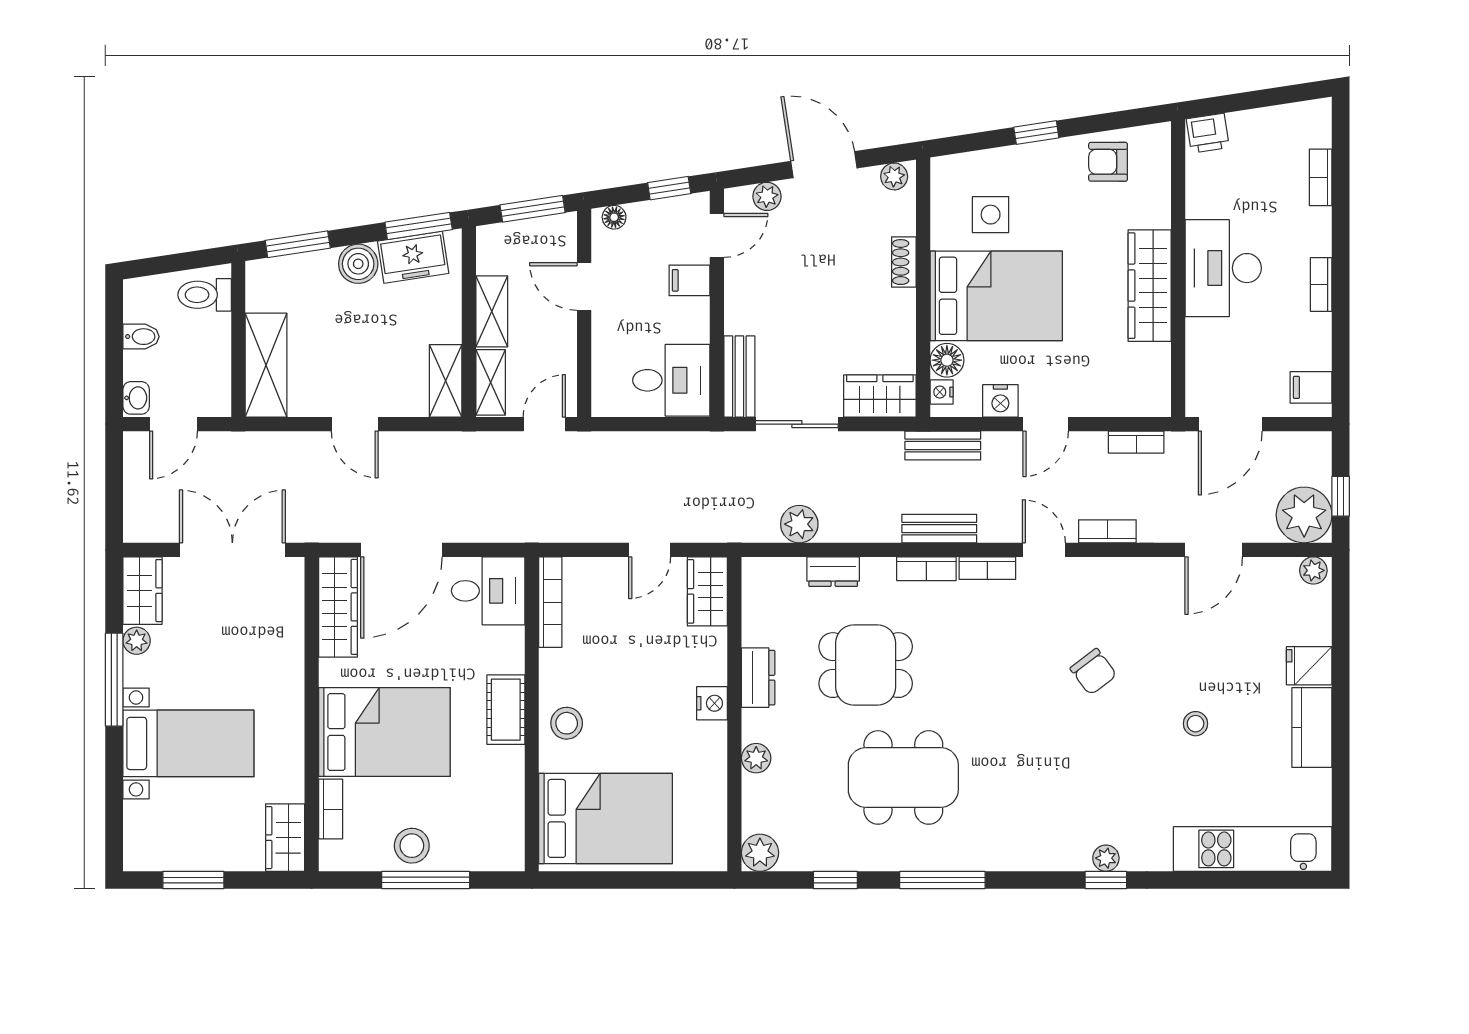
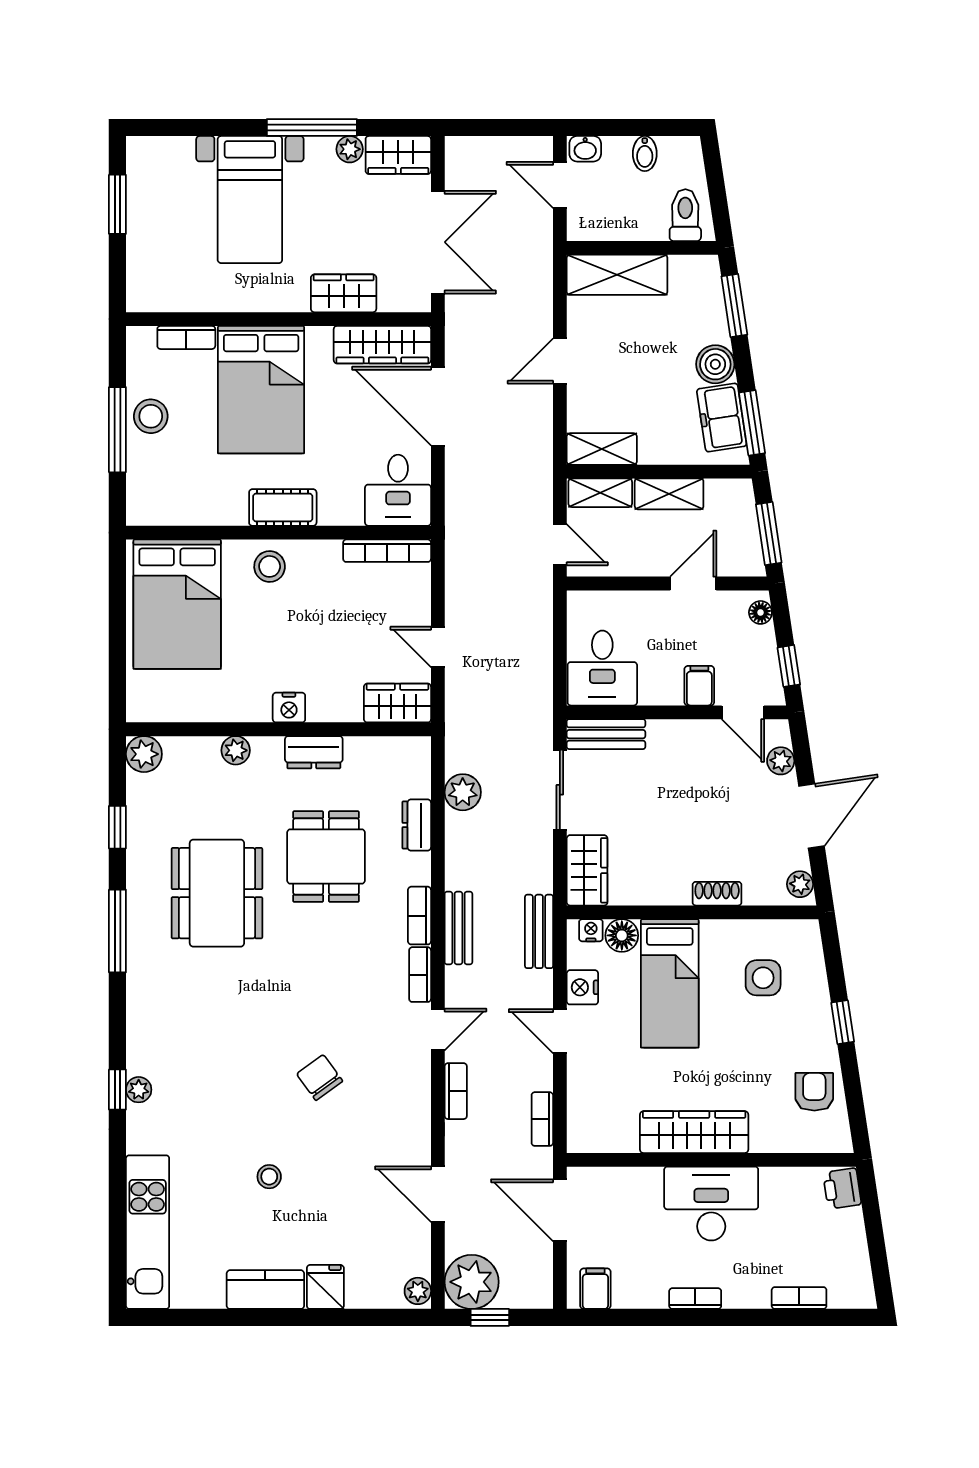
bed: (996, 296) -> (670, 983), width x0.67
chair: (1093, 672) -> (320, 1078), turned 91
wardrobe: (285, 838) -> (344, 293), moved

